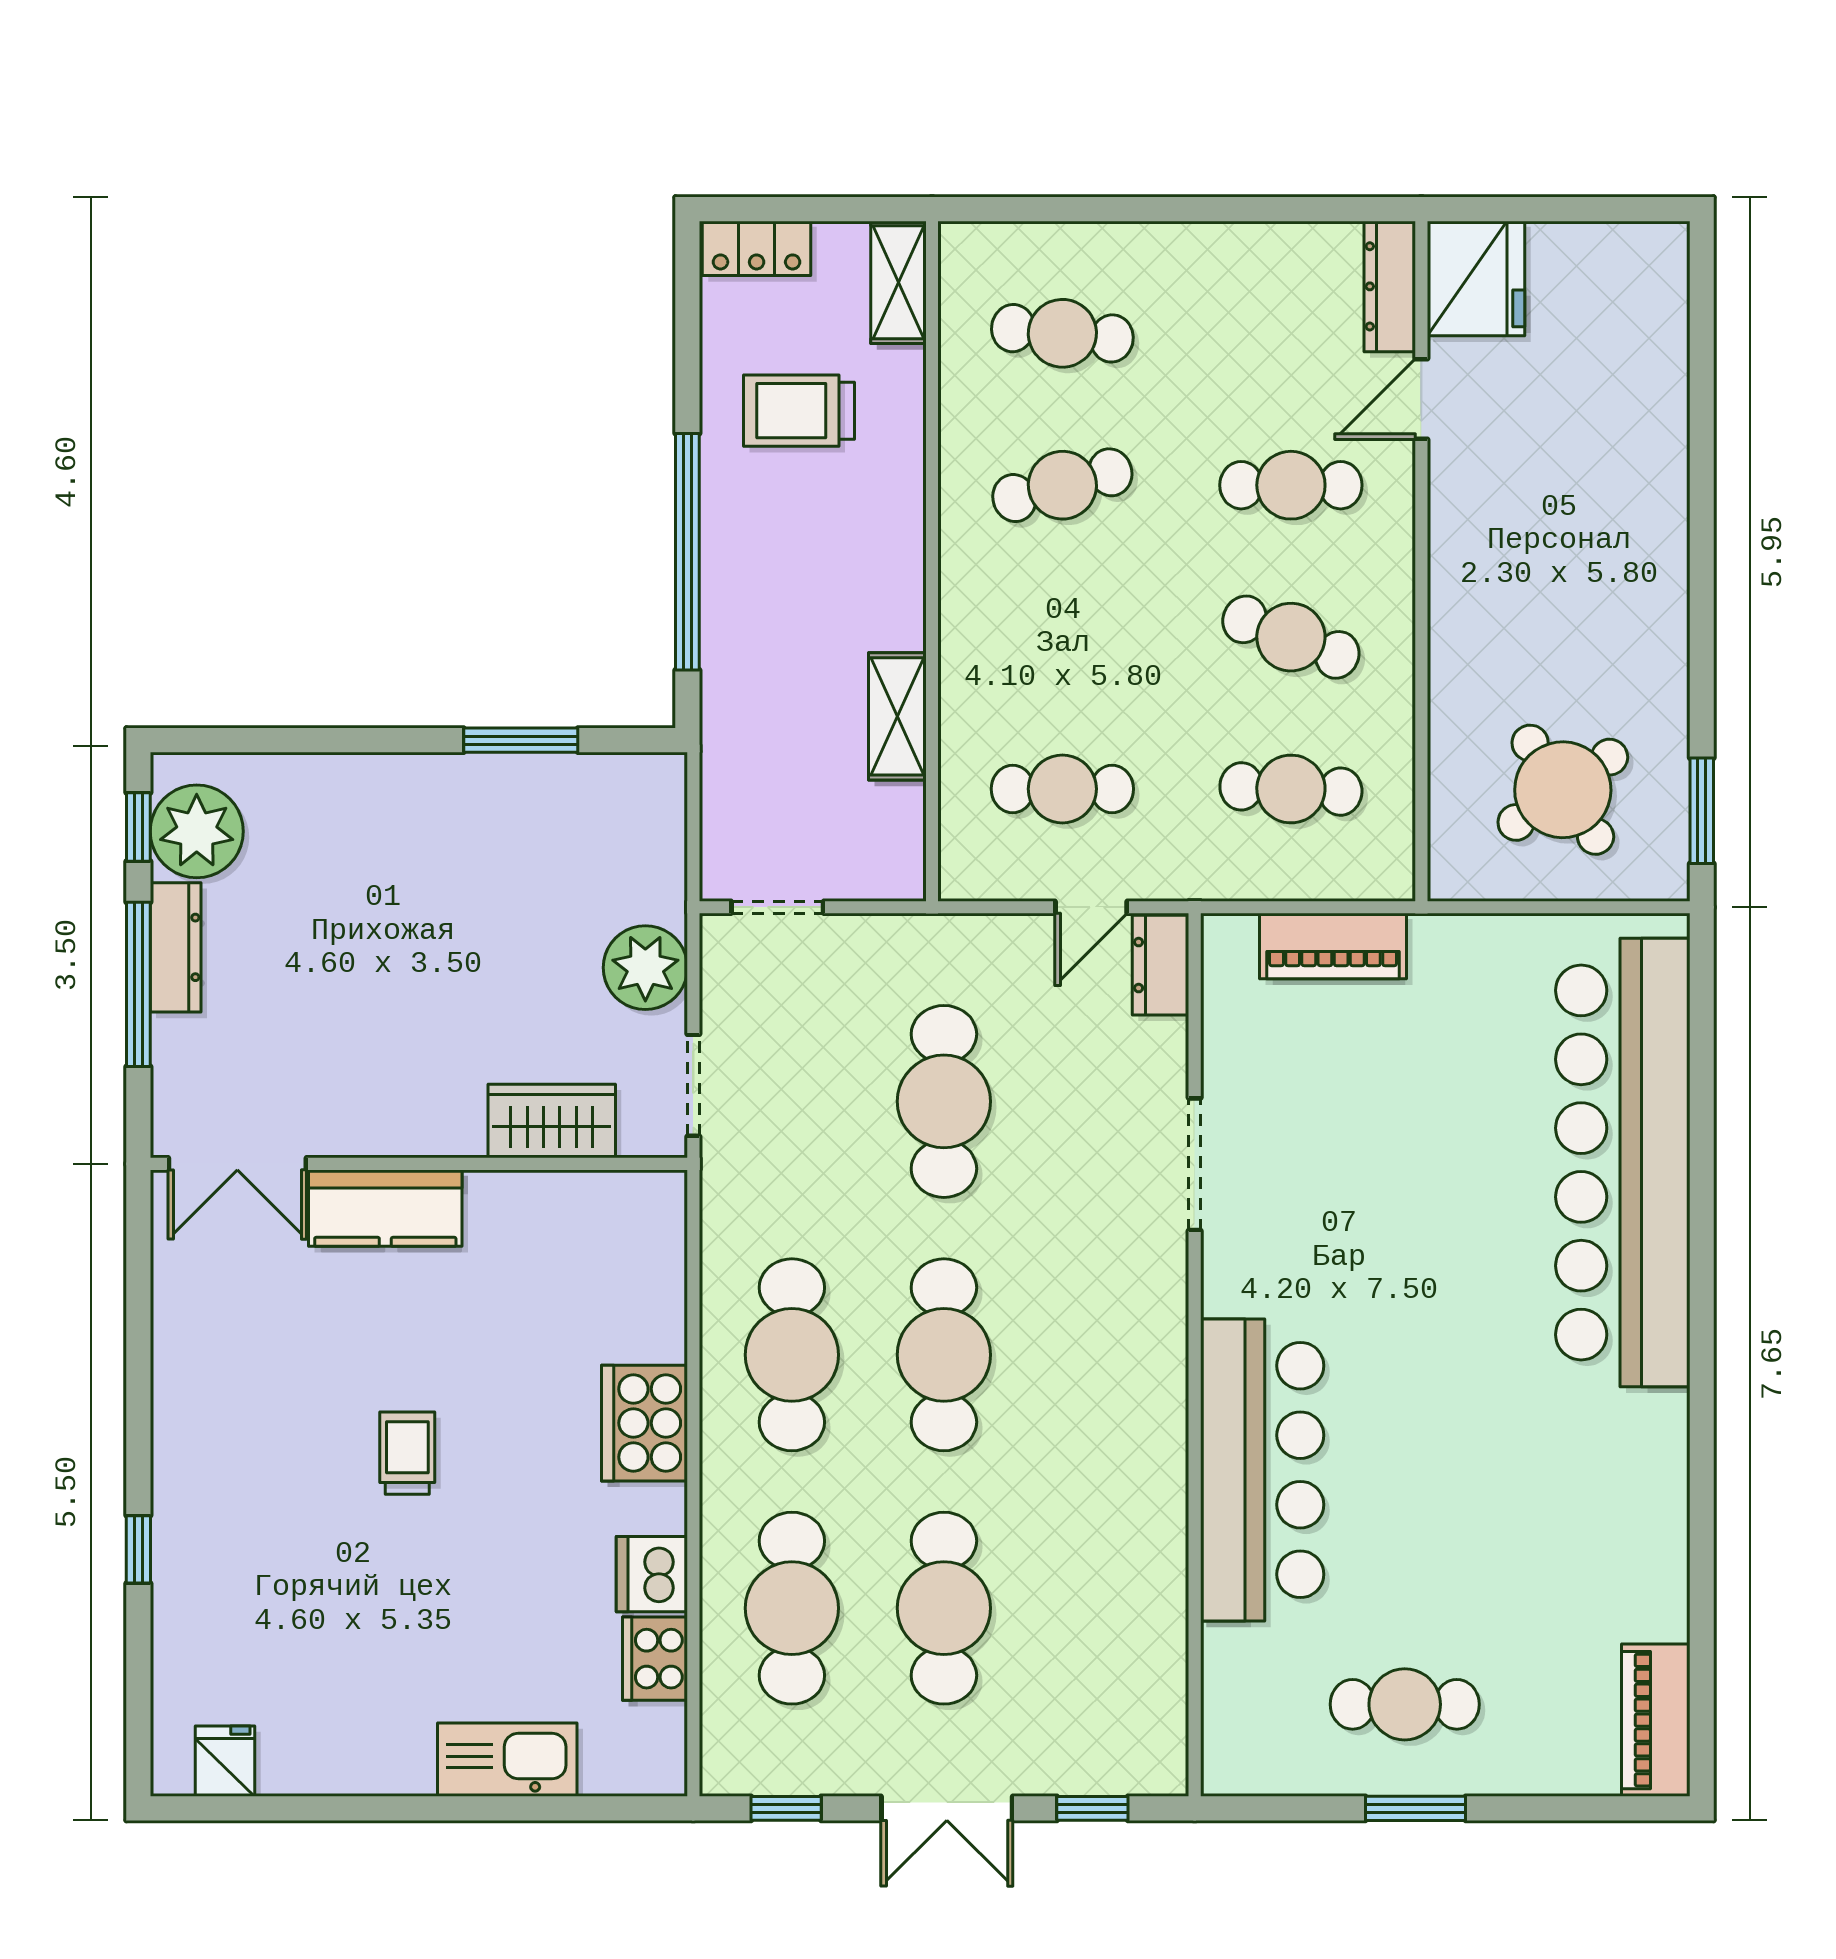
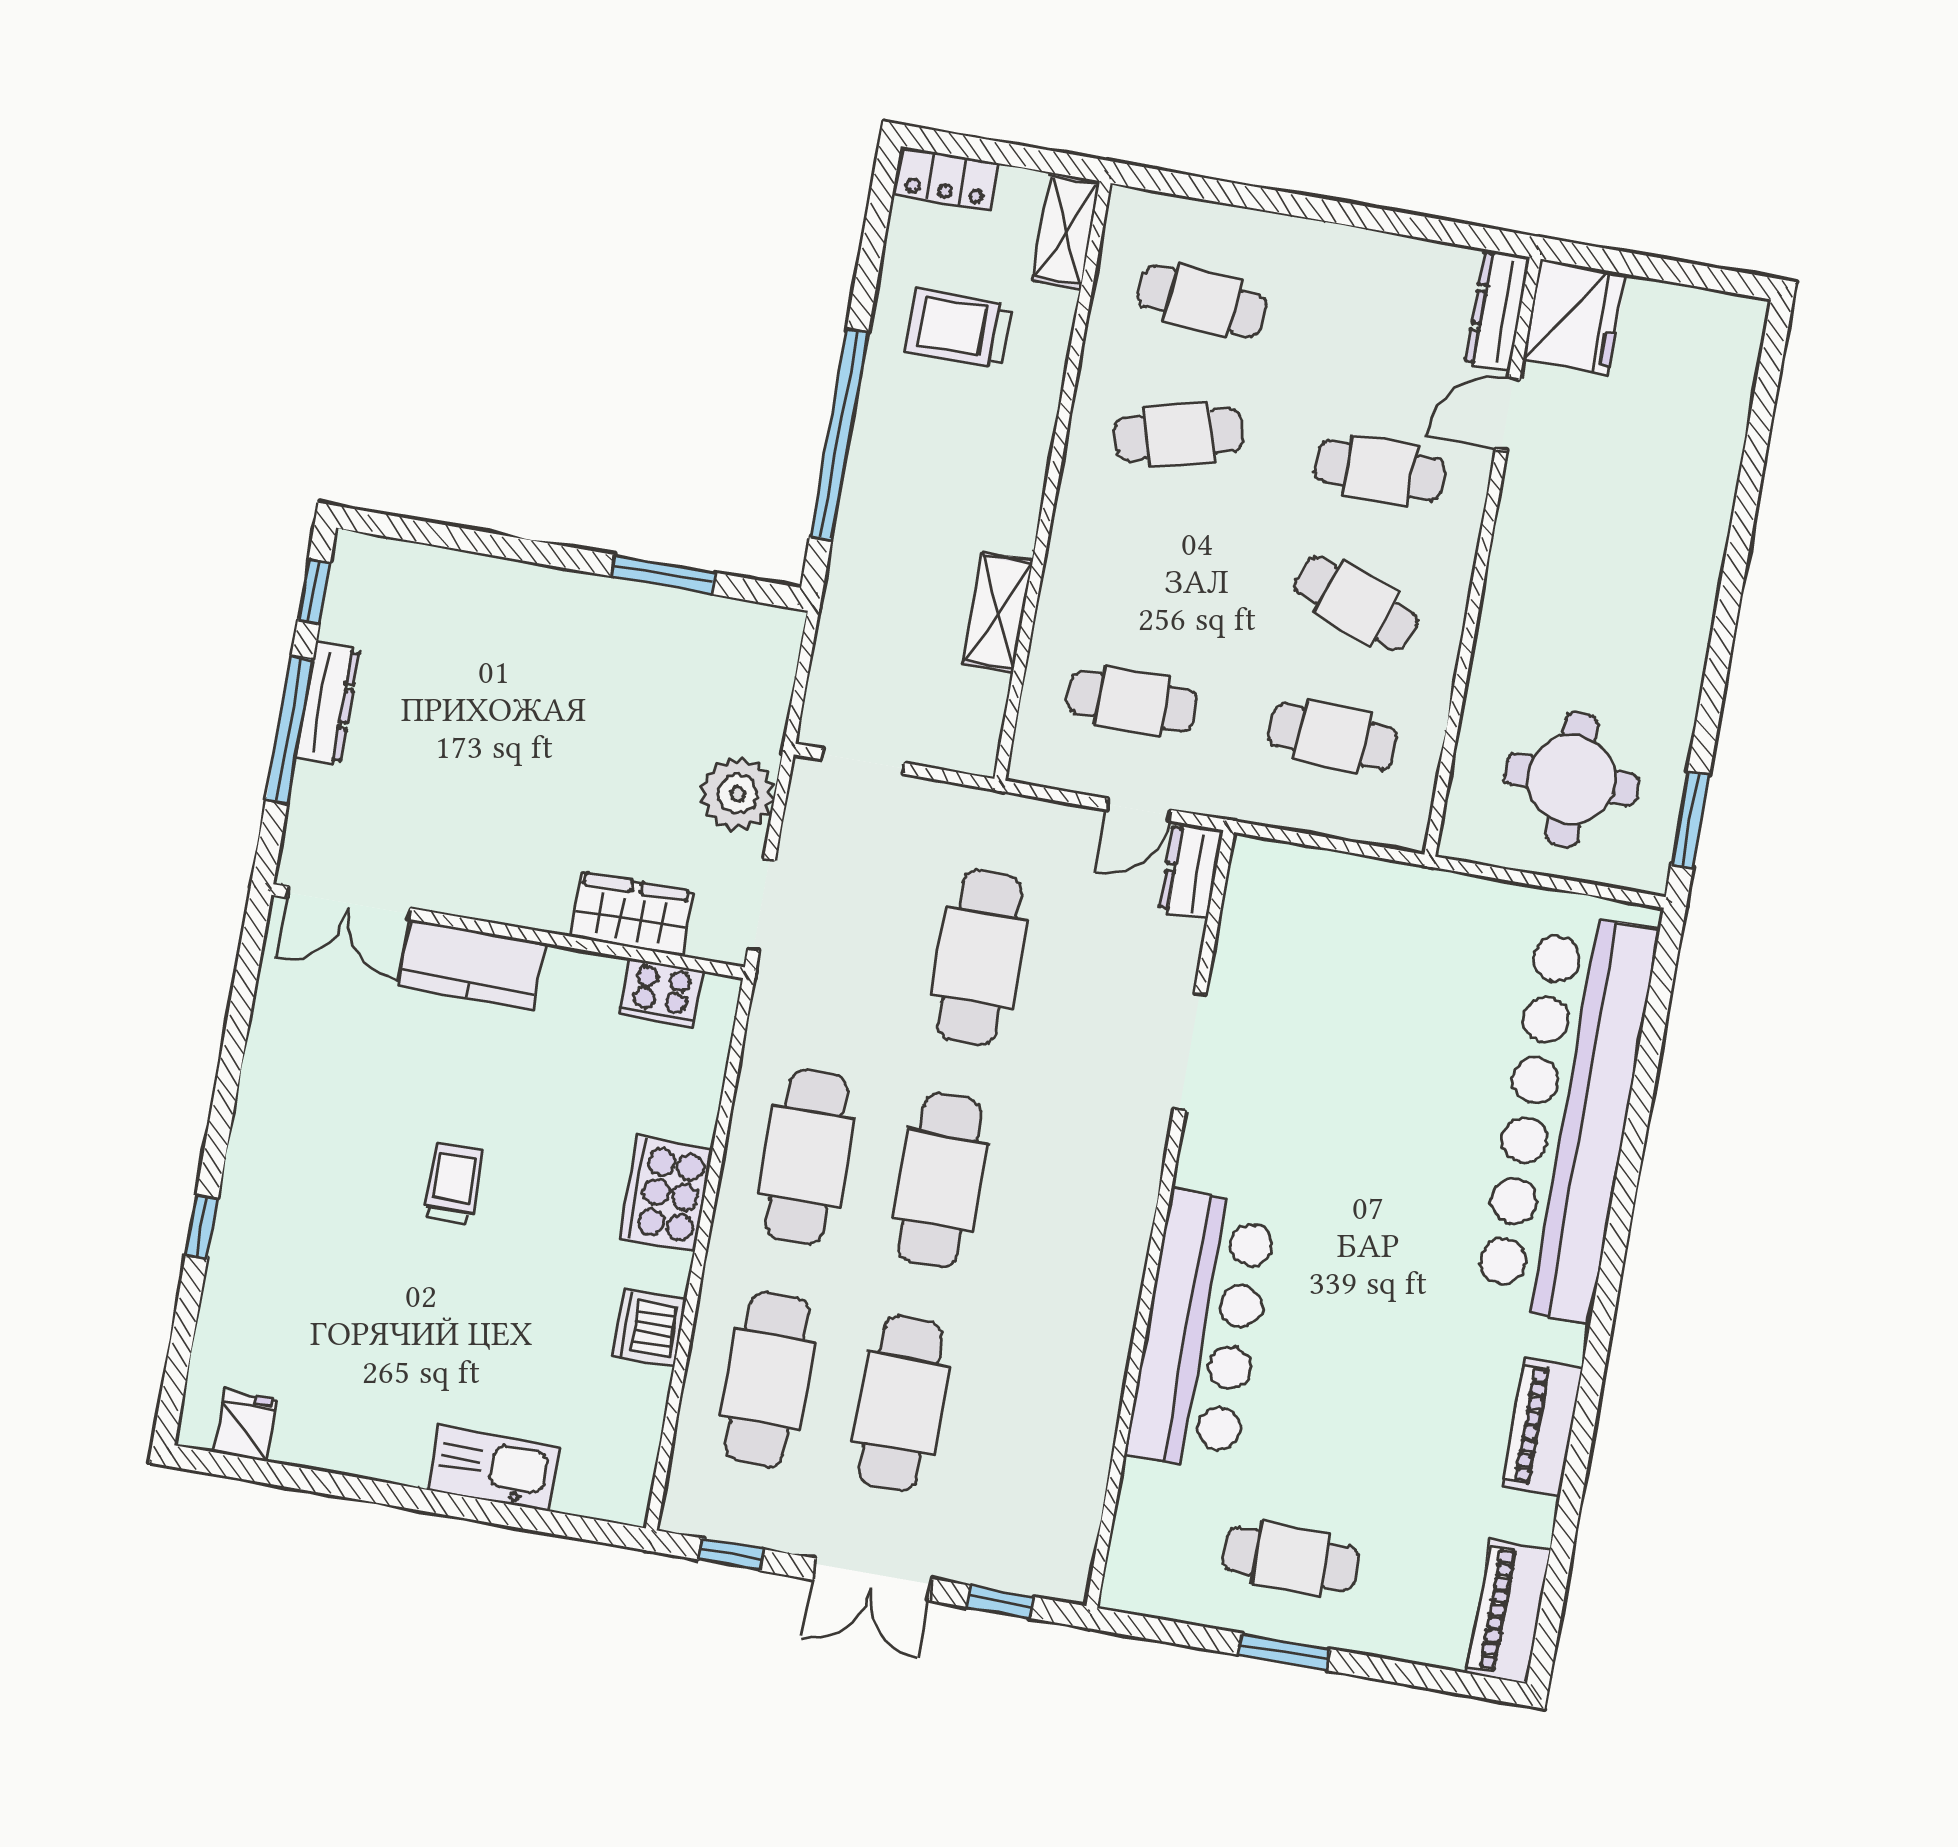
round table: (1563, 790) -> (1571, 780), turned 35
plant: (197, 831) -> (364, 605), removed
piano: (1333, 946) -> (1543, 1427), moved, turned 90
cooker: (655, 1659) -> (661, 993), moved, turned -90

